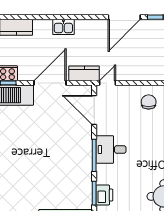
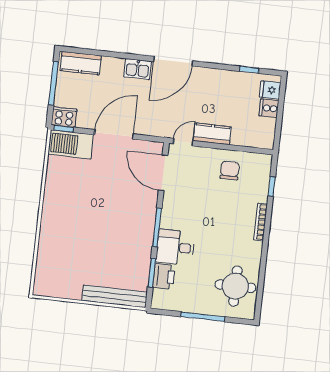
door: (124, 17) -> (173, 61), moved
kitchen counter: (84, 73) -> (212, 134), moved
desk: (111, 149) -> (175, 247), moved

